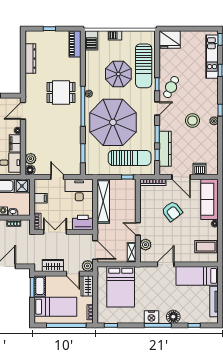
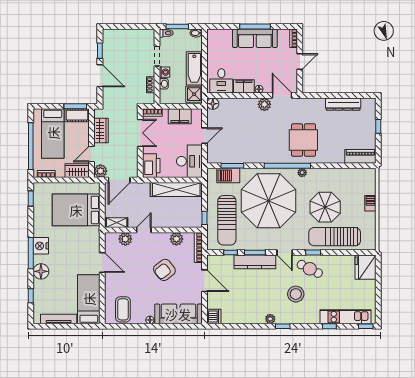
barbecue: (91, 40) -> (228, 176), moved
stool: (193, 121) -> (296, 294), moved
kitchen counter: (165, 149) -> (255, 262), moved
plant: (31, 159) -> (264, 104), moved
dishwasher: (200, 169) -> (214, 317), moved
door: (181, 177) -> (205, 281), swing flipped
filing cabinet: (41, 198) -> (180, 116), width x2.00
plant: (145, 201) -> (176, 239), added

